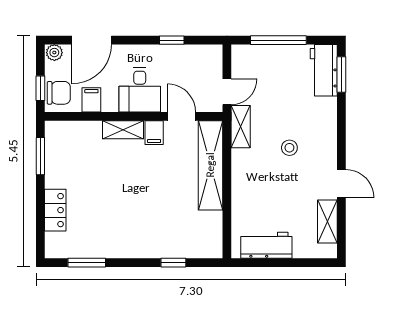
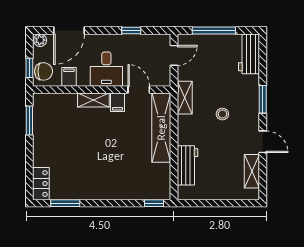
window: (341, 75) -> (263, 99), moved
door: (227, 92) -> (174, 55), moved
locker: (55, 210) -> (41, 184), moved
workbench: (266, 245) -> (187, 165), moved, turned 90
window: (173, 263) -> (154, 203), moved

